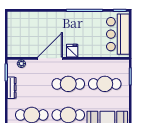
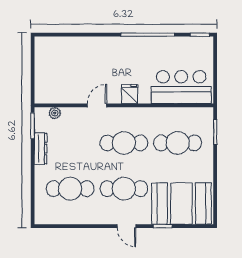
bar counter: (118, 34) -> (181, 87), moved, turned 90
door: (50, 58) -> (97, 105), width x0.53

